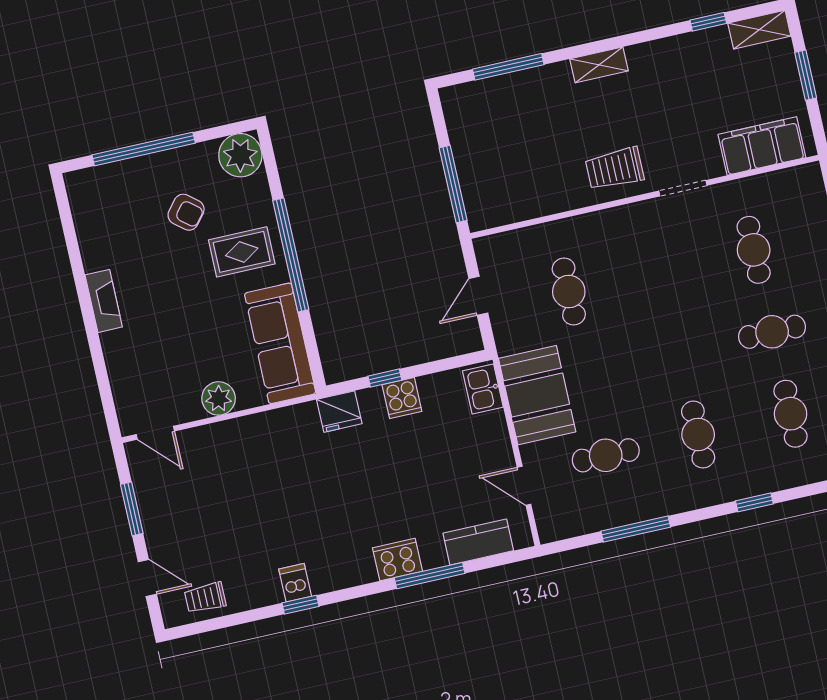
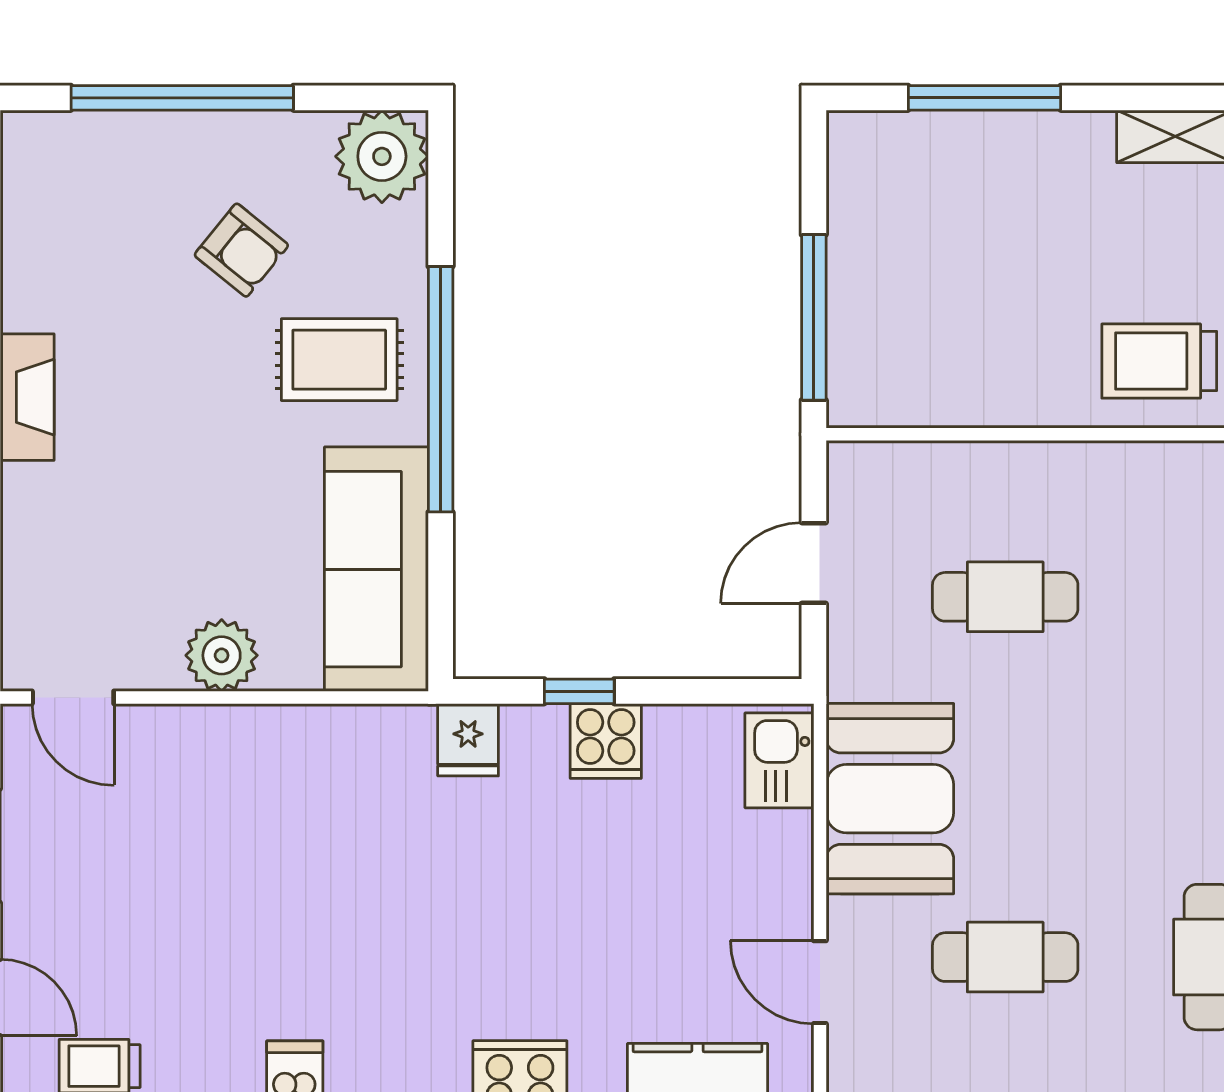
cafe table: (569, 292) -> (1005, 597), turned 90
fridge: (339, 412) -> (468, 740), width x0.72

